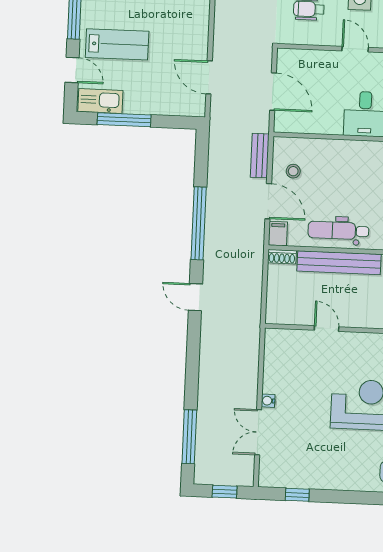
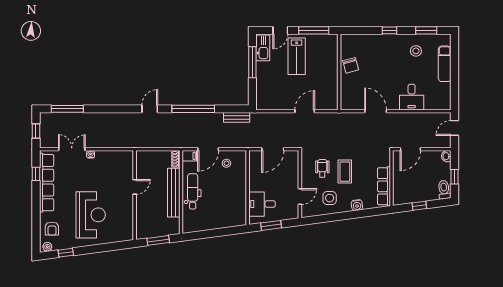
door: (209, 77) -> (305, 111), moved
bench: (260, 156) -> (237, 117), moved
row of seats: (313, 478) -> (47, 183), added

